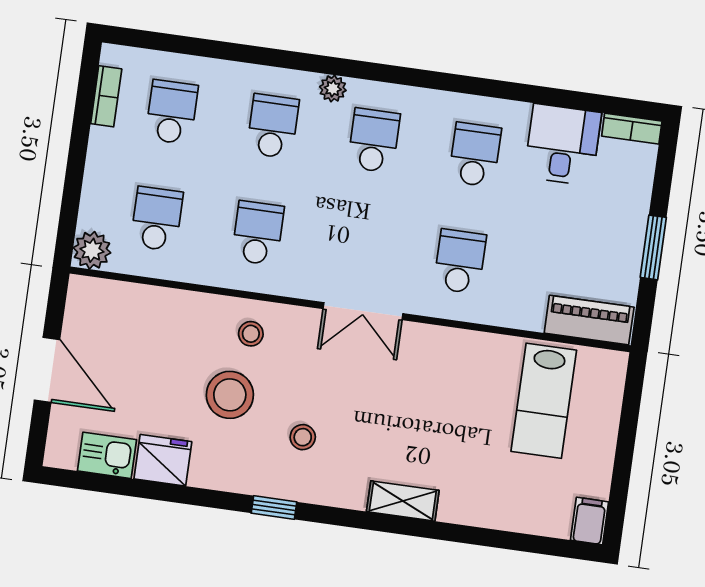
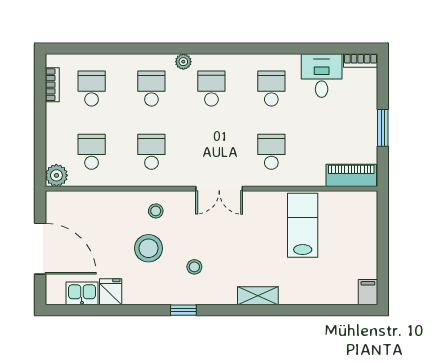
door: (47, 370) -> (40, 249), width x1.36
lab bench: (544, 401) -> (303, 225), moved, turned 180
fridge: (163, 460) -> (111, 292), width x0.72

